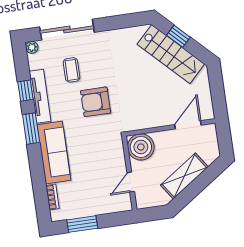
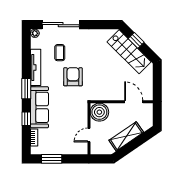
window: (25, 91) -> (26, 119), moved
armchair: (96, 102) -> (73, 77), turned 90
door: (188, 125) -> (134, 102), hinge flipped

